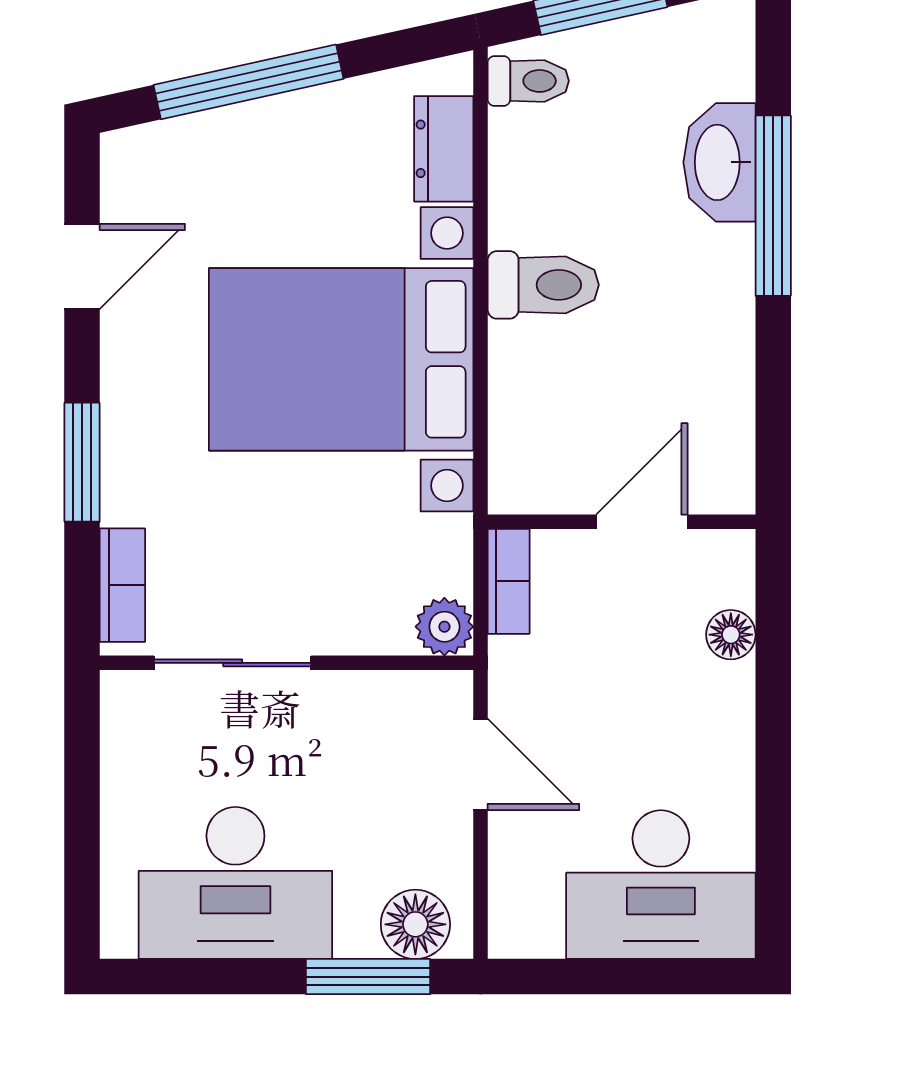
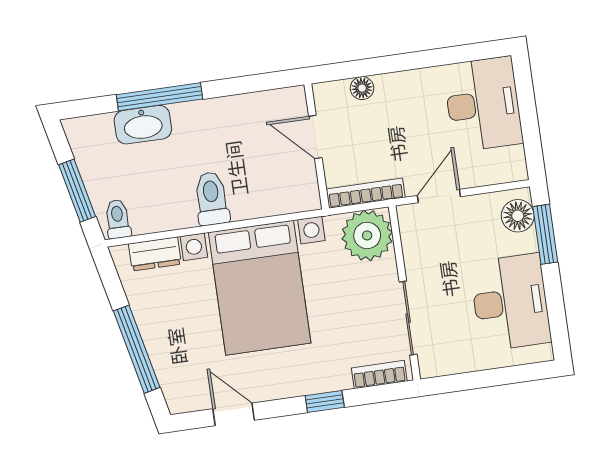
window: (82, 462) -> (325, 401), width x0.67
bookcase: (509, 581) -> (366, 193), width x1.56
plant: (444, 627) -> (367, 235), width x1.88, depth x1.88

